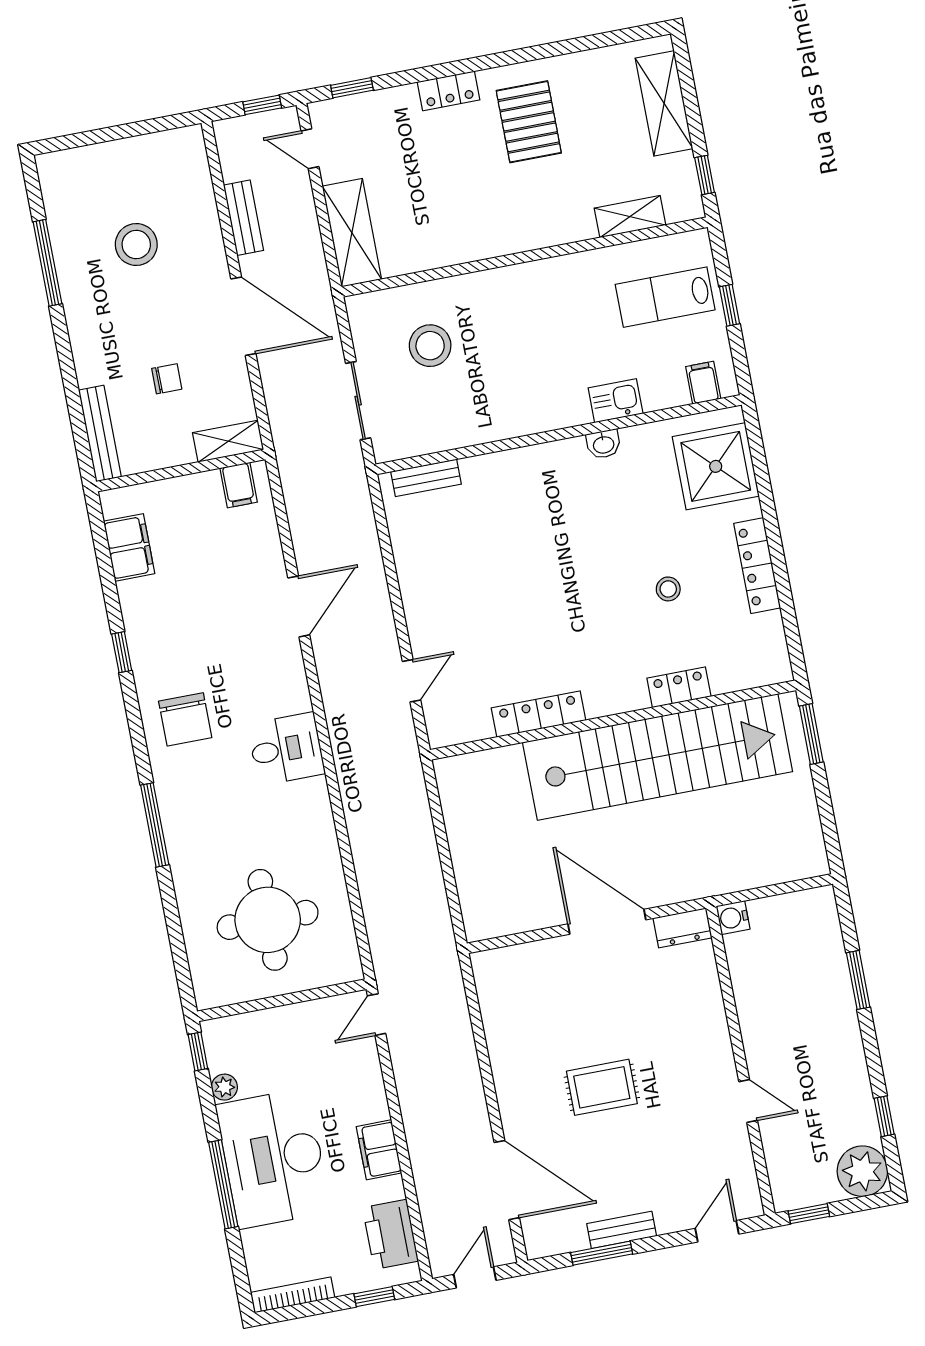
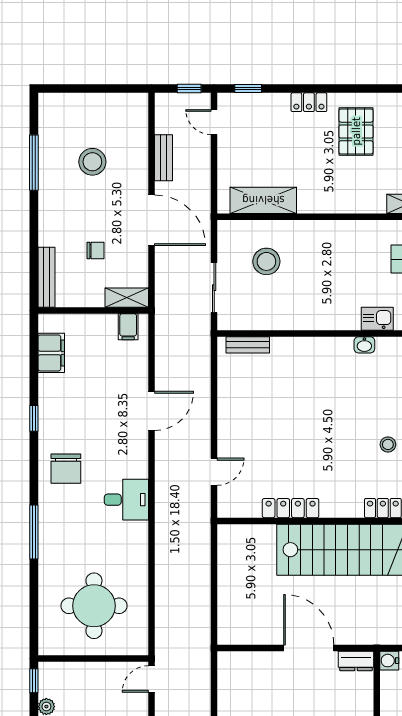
shelving: (352, 233) -> (263, 200), moved, turned 90

